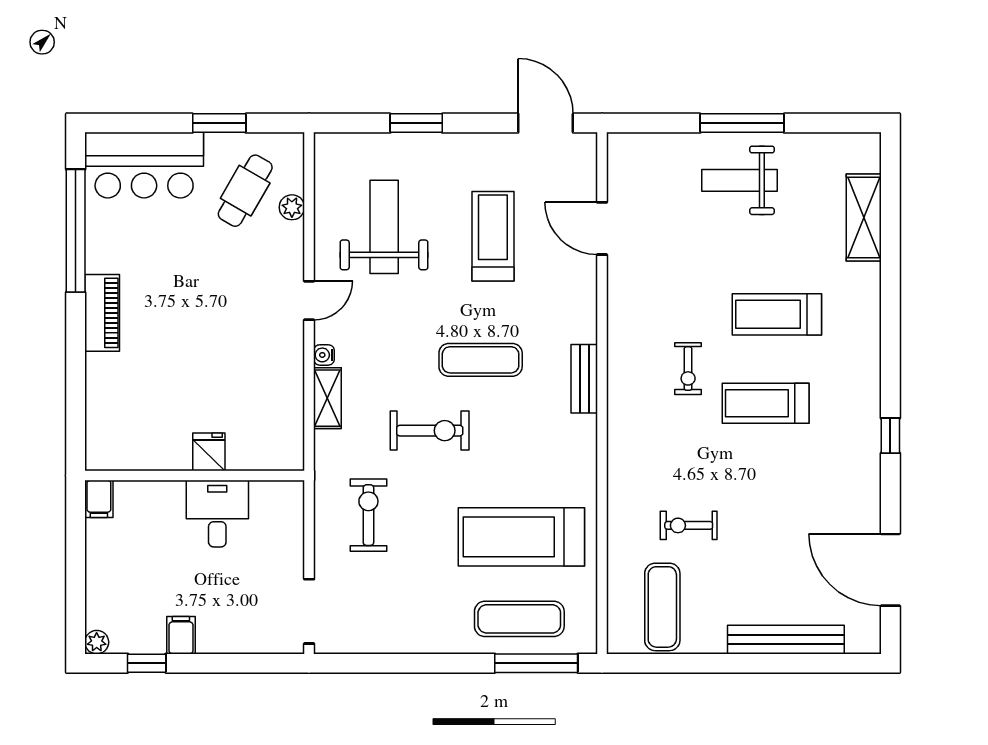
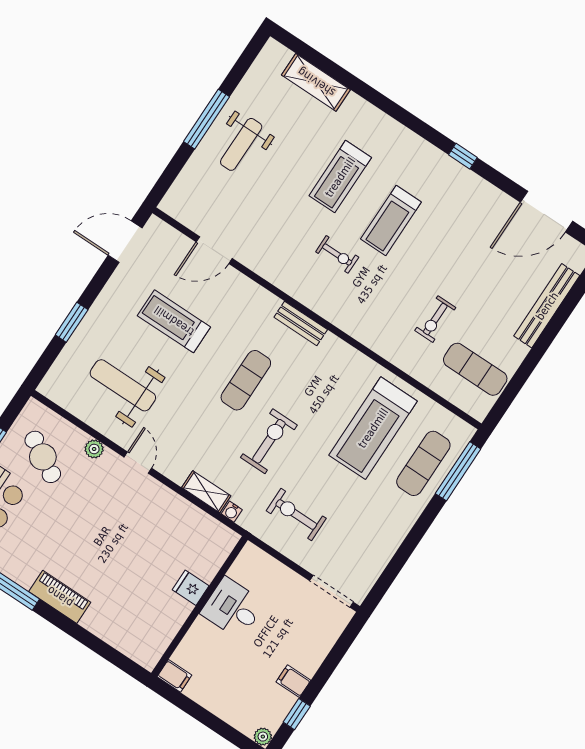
plant: (292, 207) -> (94, 449), moved
water cooler: (324, 355) -> (232, 512), moved

